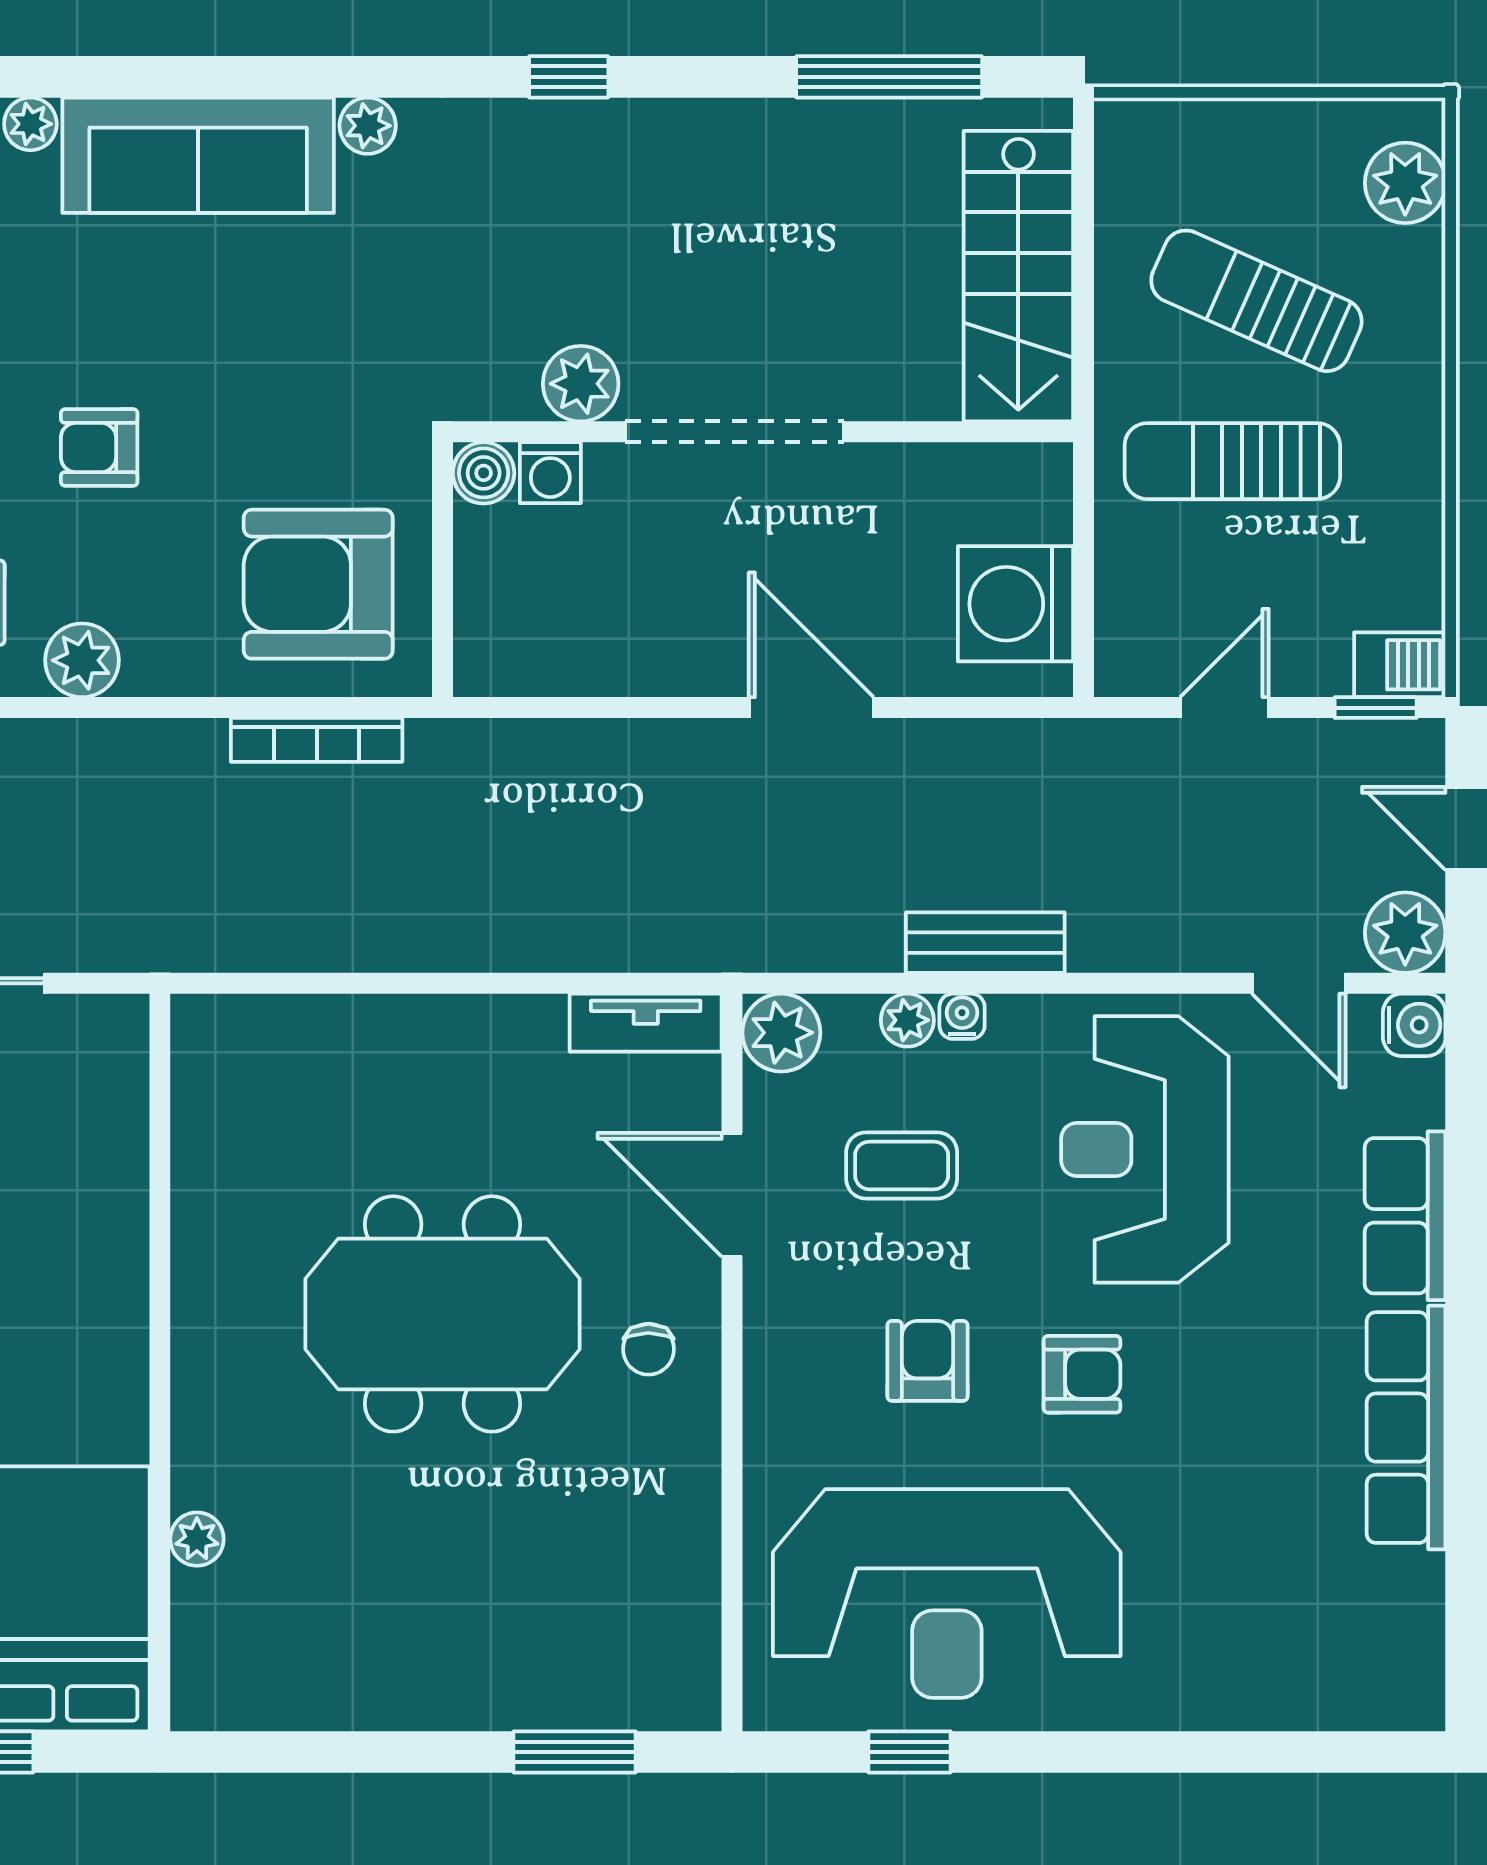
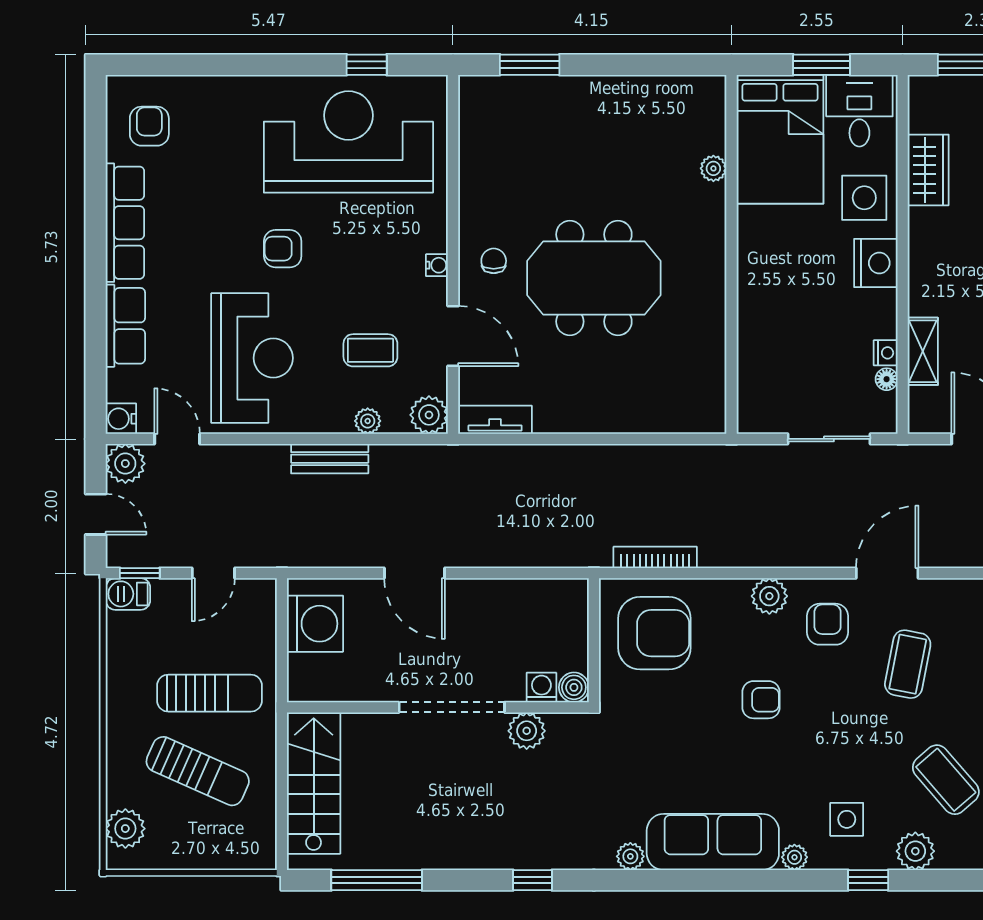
water cooler: (962, 1016) -> (437, 265), moved, turned -90
armchair: (927, 1361) -> (149, 126), moved, turned 180

